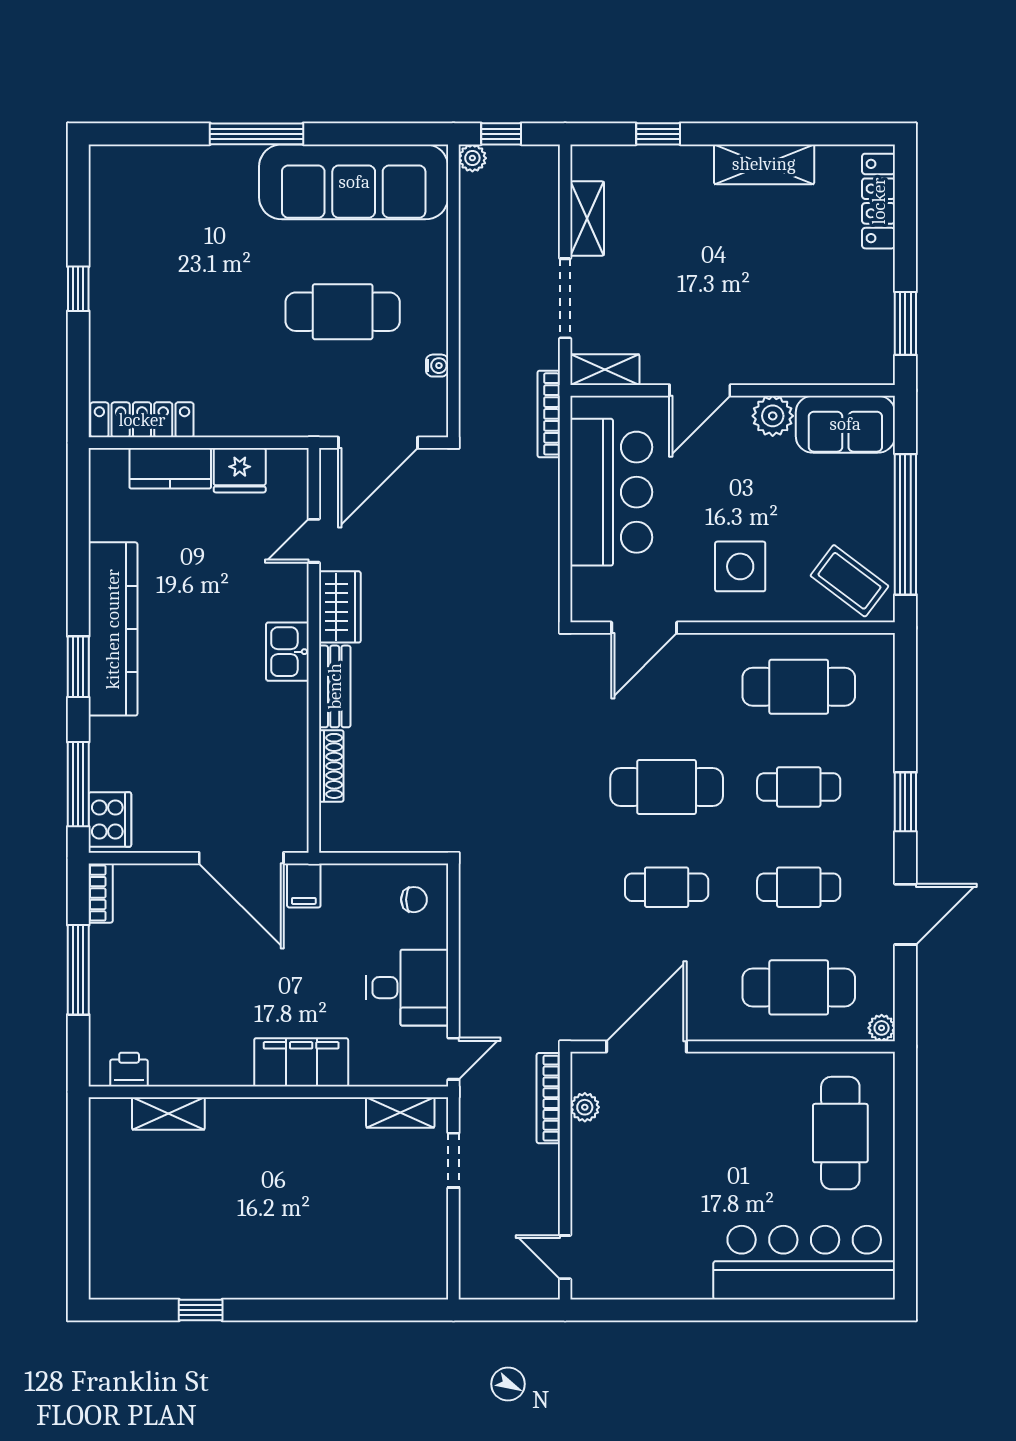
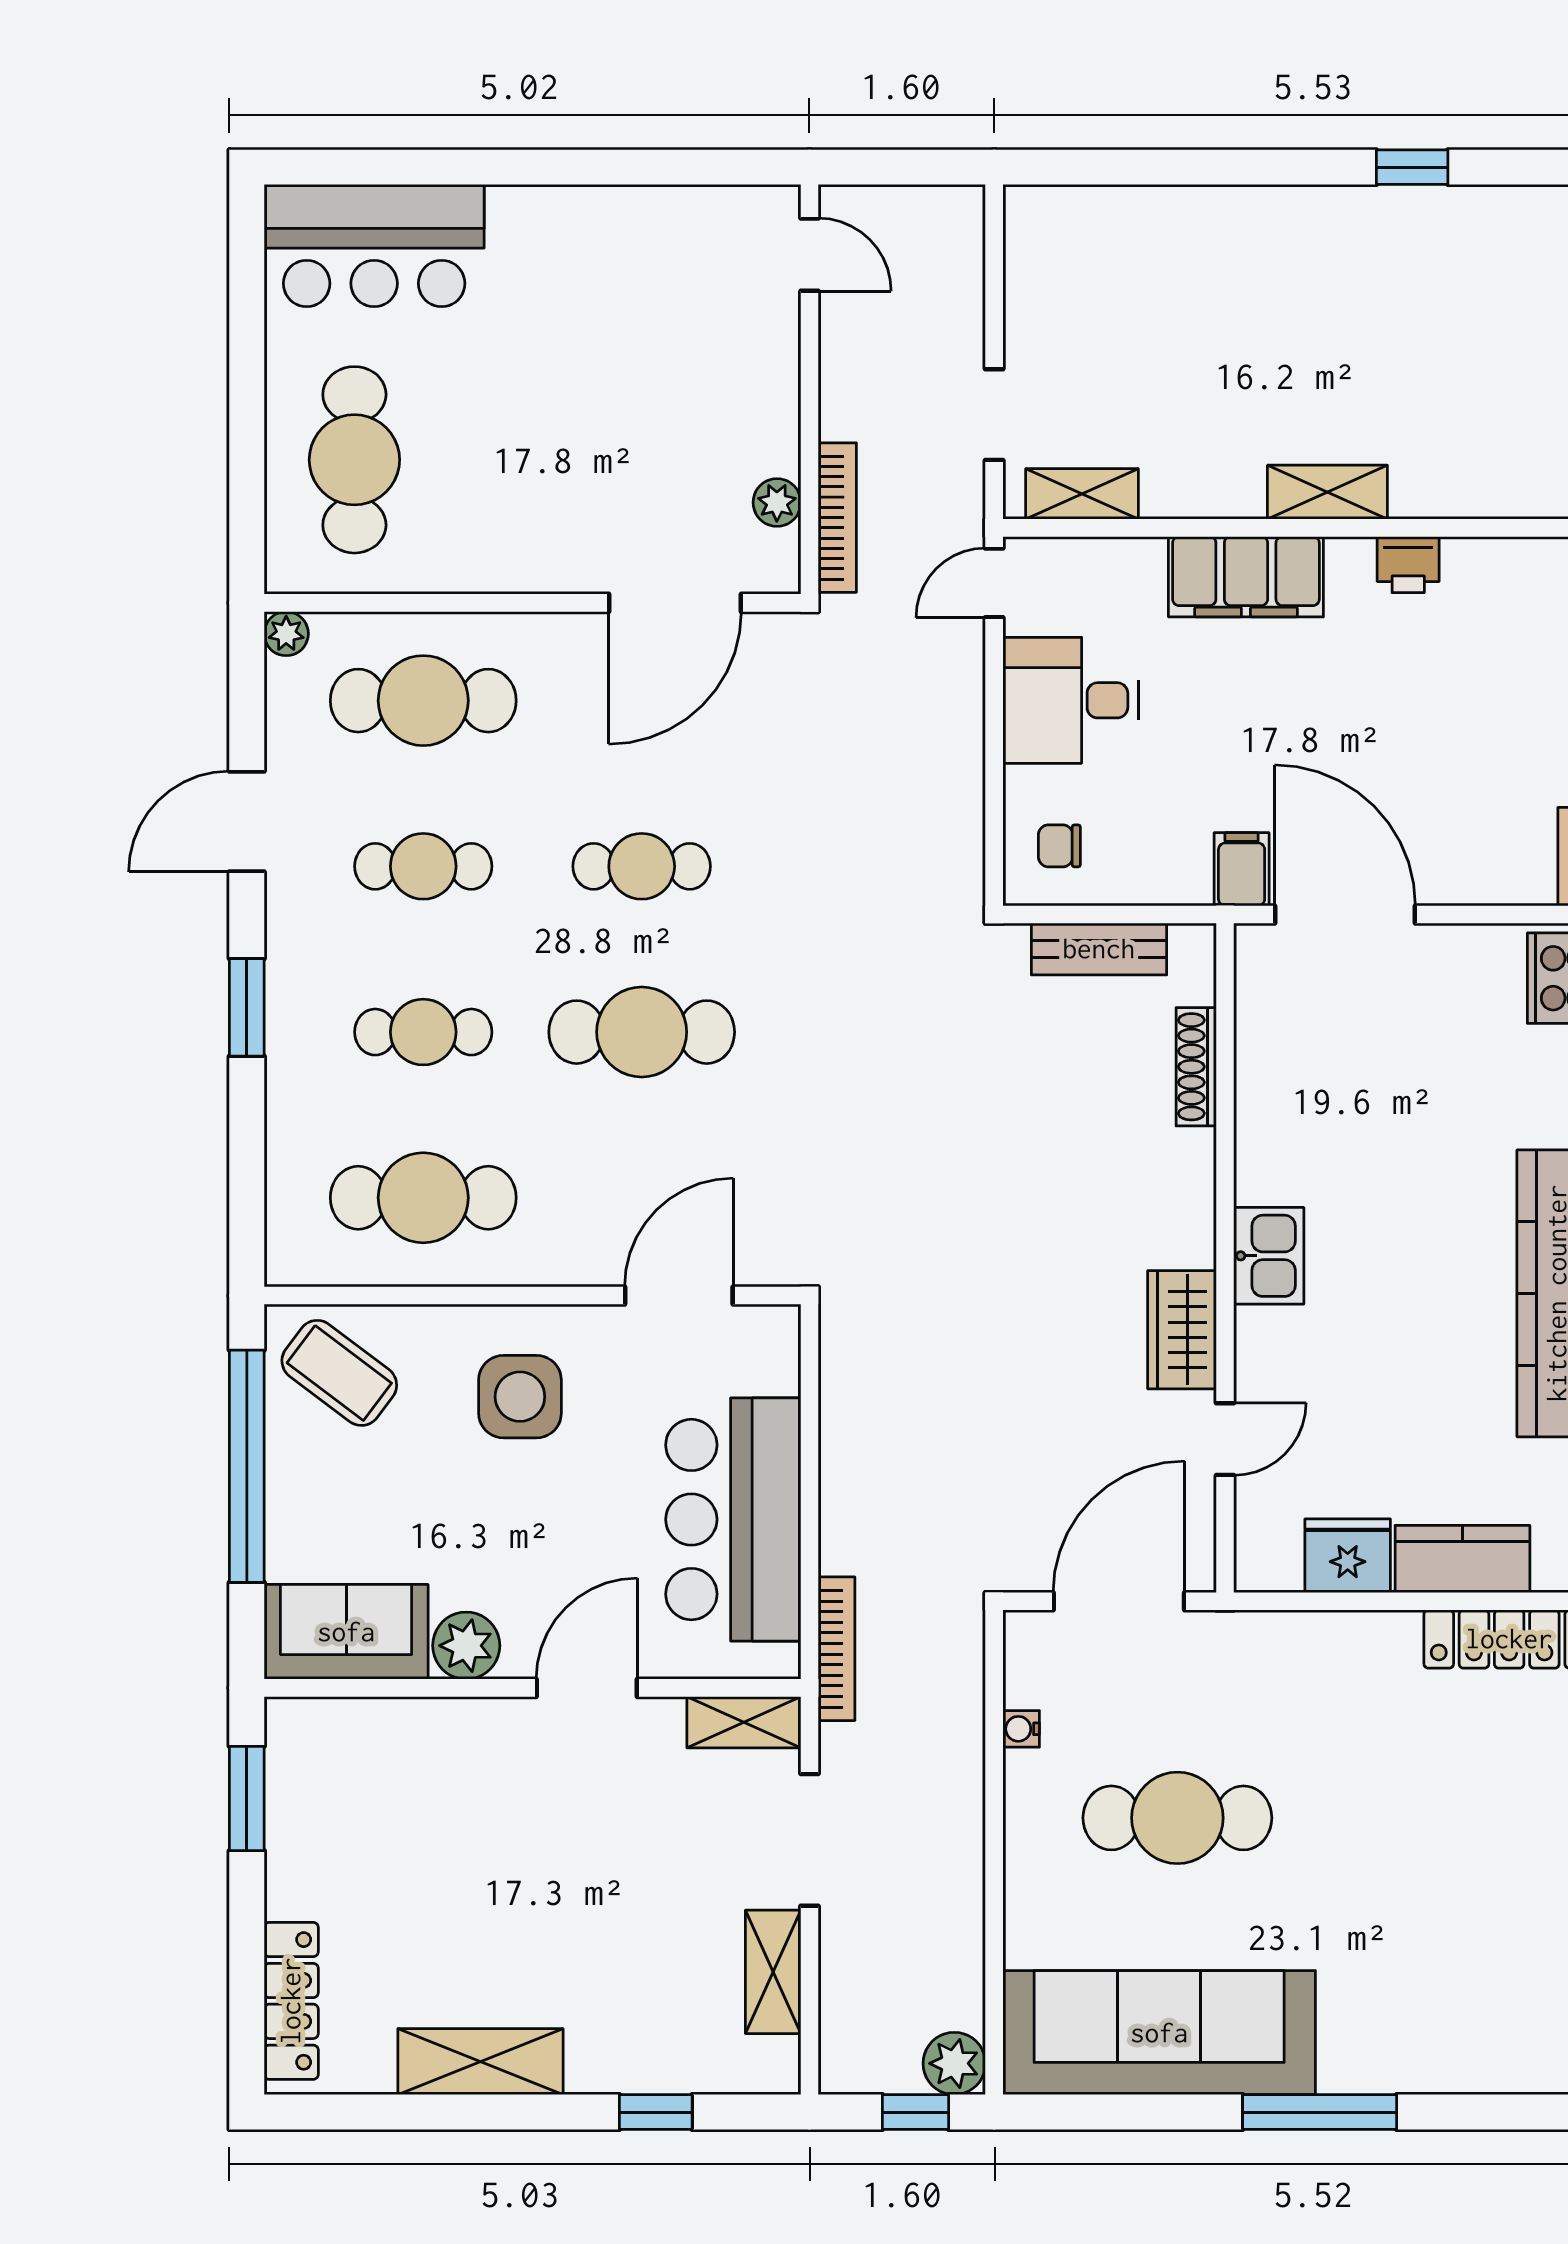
plant: (472, 158) -> (954, 2063), width x1.38, depth x1.38
bench: (335, 686) -> (1099, 949), moved, turned 90
printer: (129, 1070) -> (1408, 565), moved
shelving: (168, 1113) -> (1327, 492), moved
bar counter: (804, 1263) -> (374, 246), width x0.73

